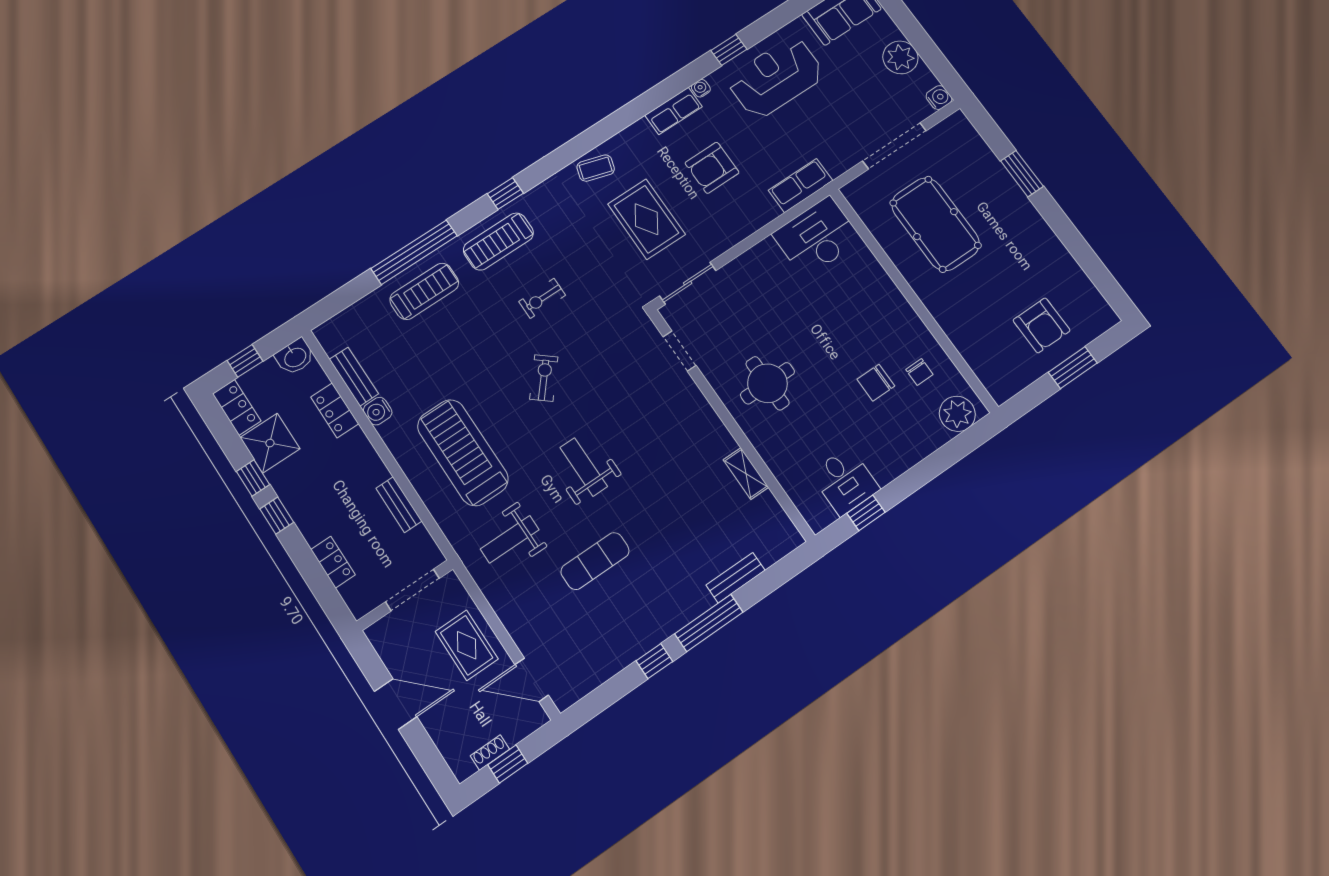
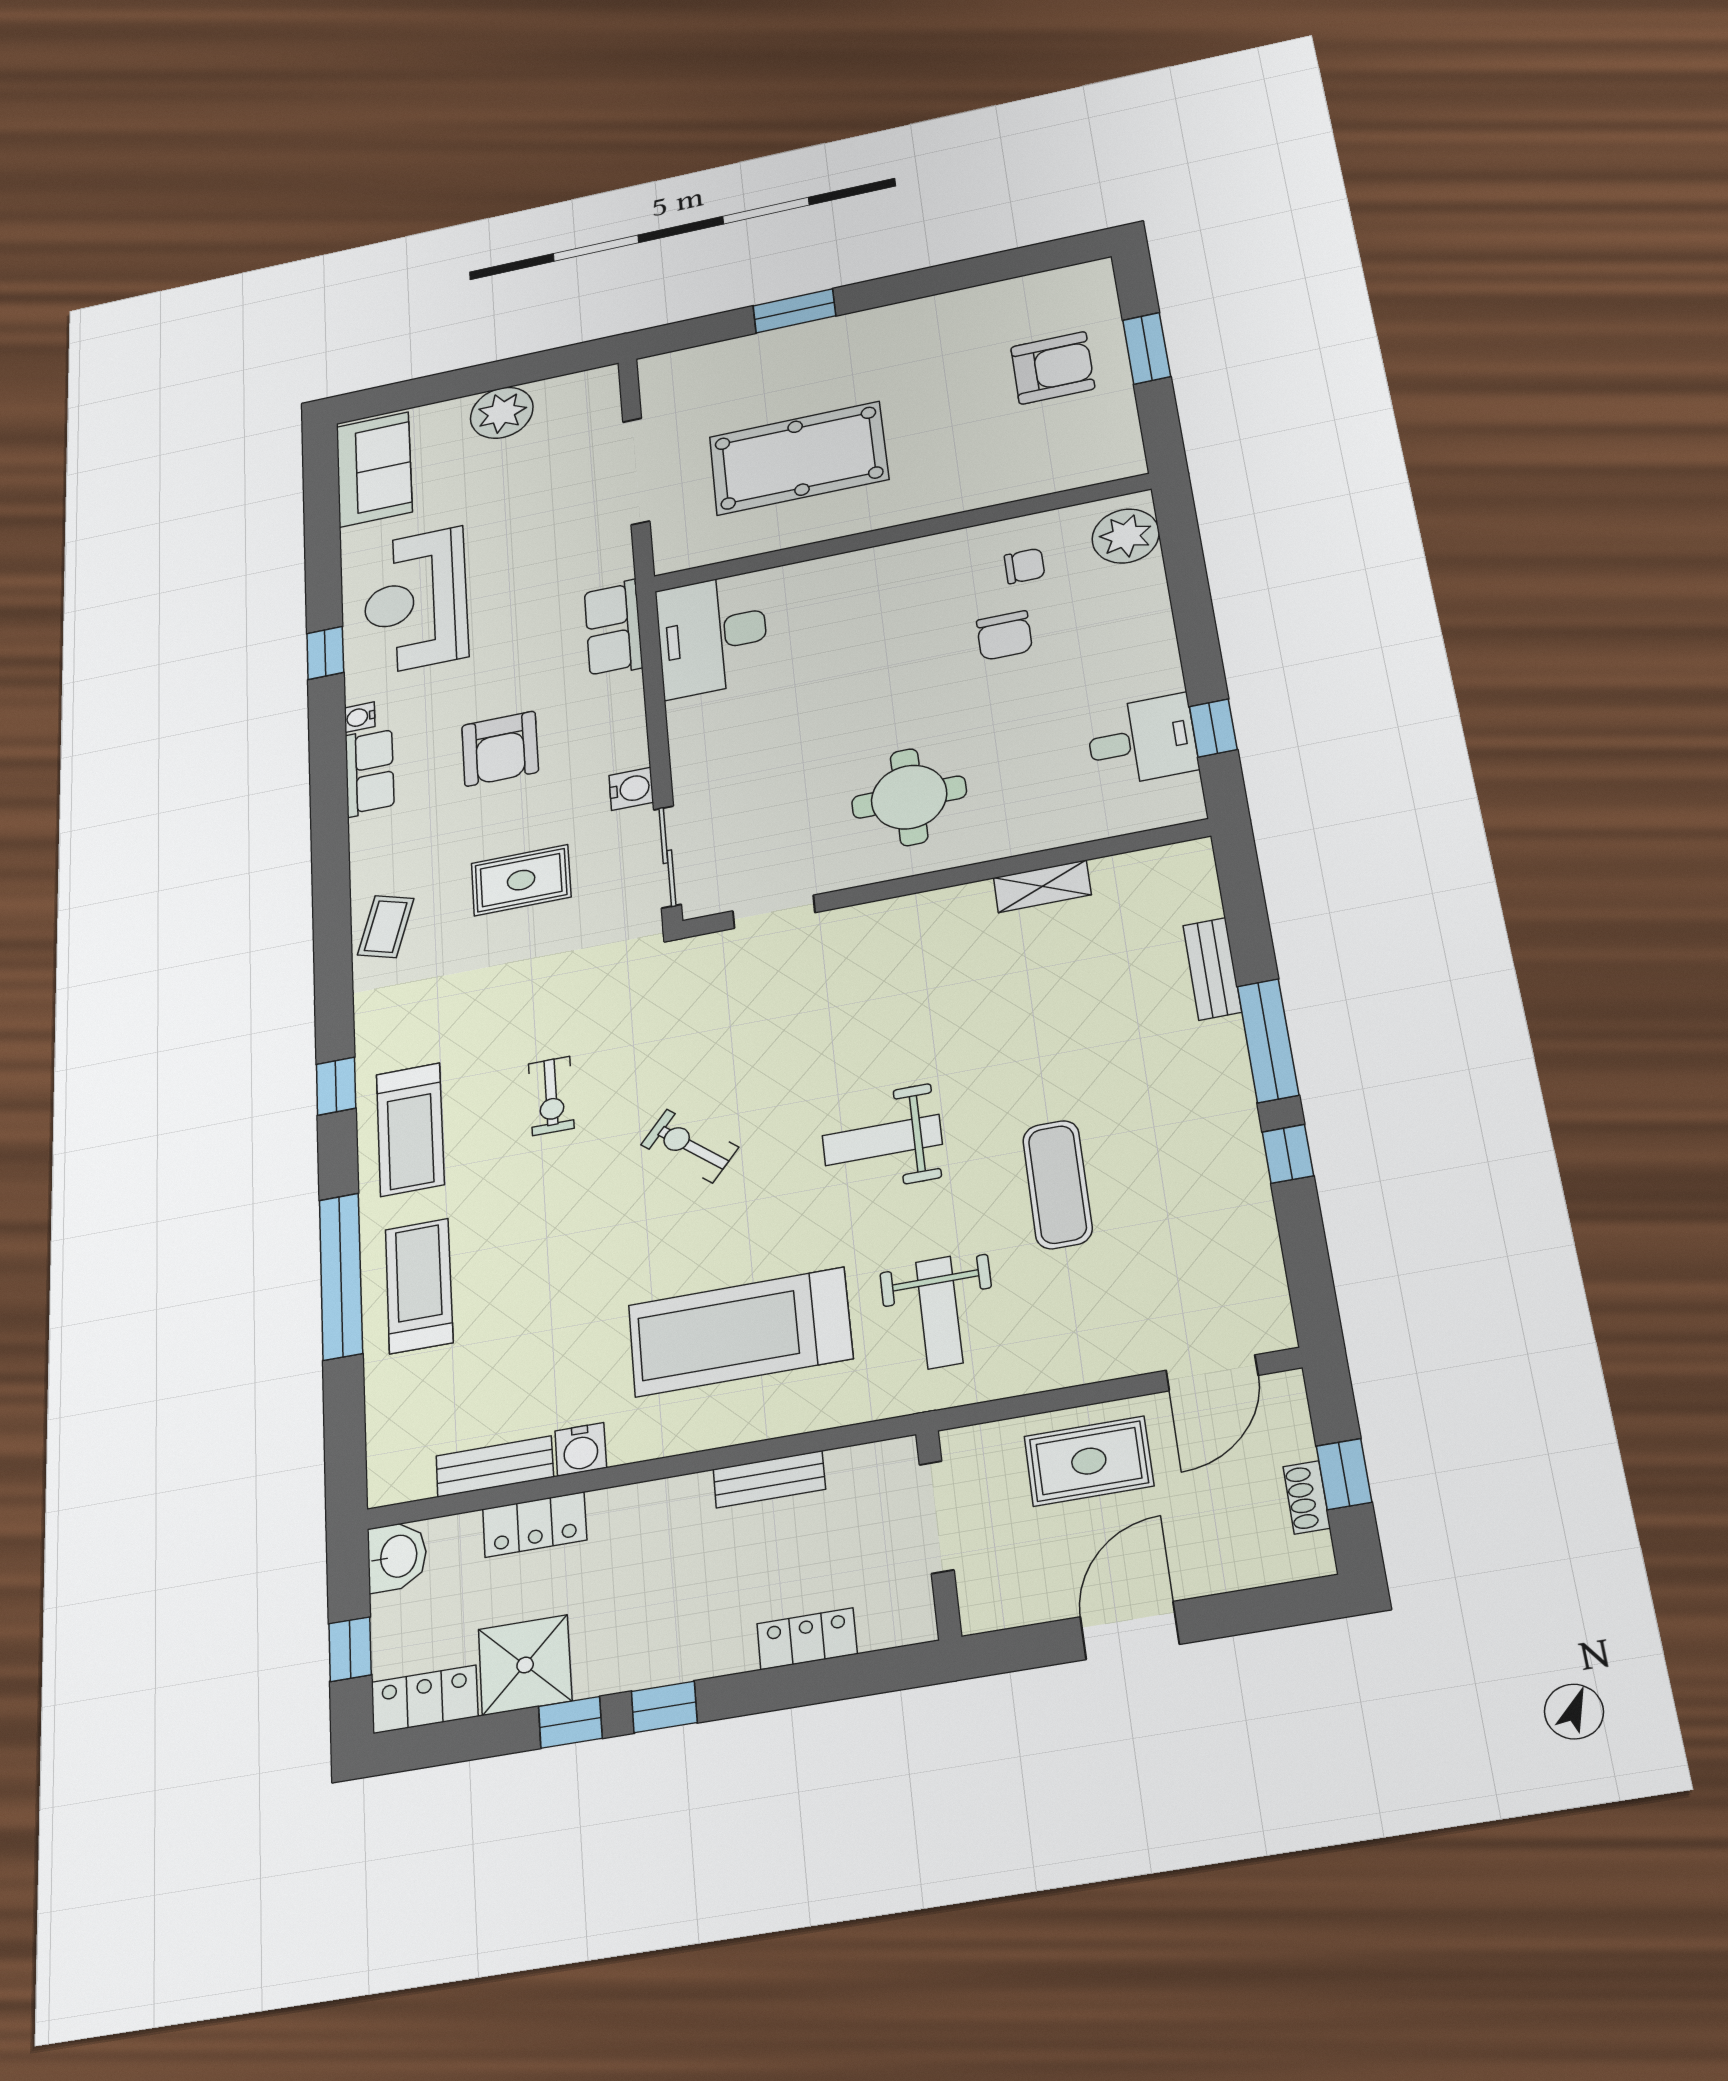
water cooler: (939, 98) -> (631, 789), moved, turned 90
rug: (646, 219) -> (521, 880), width x0.73, depth x0.70

